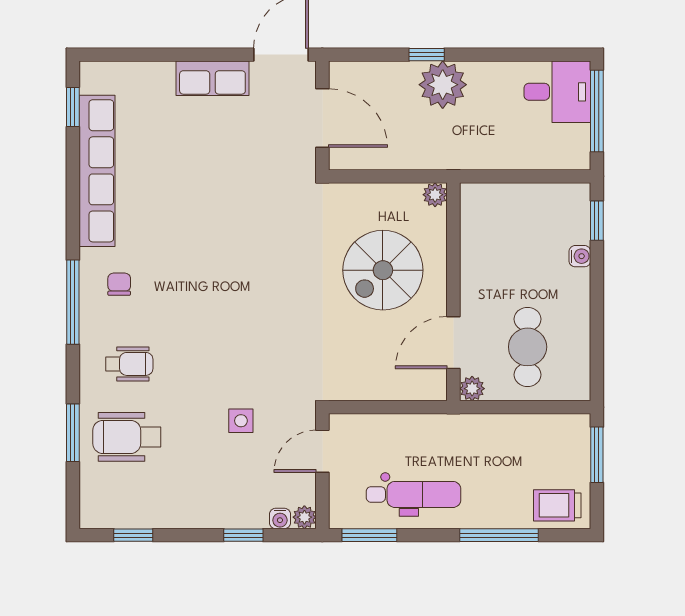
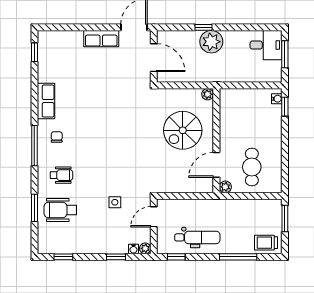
window: (597, 111) -> (285, 54), width x0.69
row of seats: (97, 171) -> (46, 101), width x0.50
water cooler: (580, 256) -> (277, 99), moved
window: (369, 535) -> (176, 257), width x0.67

